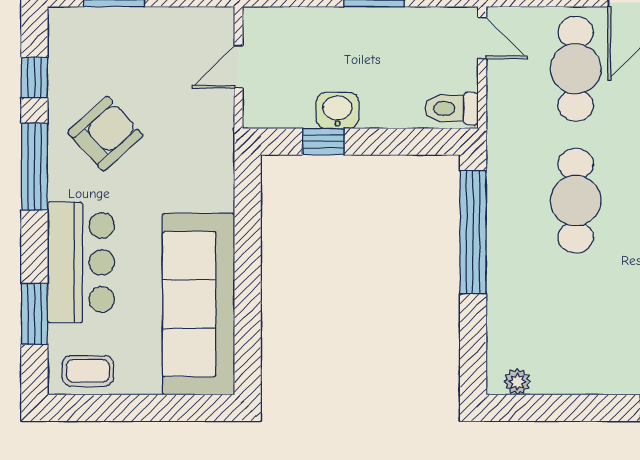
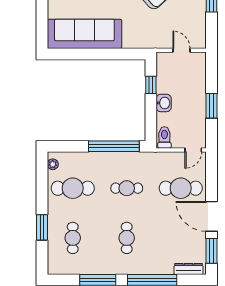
washbasin: (338, 110) -> (164, 103), moved
cafe table: (576, 201) -> (127, 188), width x0.73, depth x0.74
cafe table: (576, 333) -> (73, 188), added

